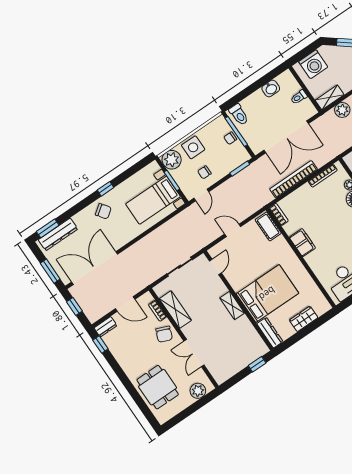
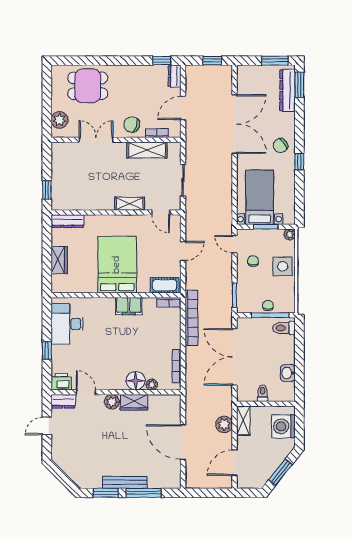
plant: (172, 160) -> (290, 234), width x0.53, depth x0.53
bookcase: (294, 179) -> (192, 318), moved
double door: (95, 268) -> (234, 124), moved
window: (50, 271) -> (275, 61), moved
bed: (267, 294) -> (117, 265), moved, turned 180
shelving: (232, 306) -> (130, 204), moved

